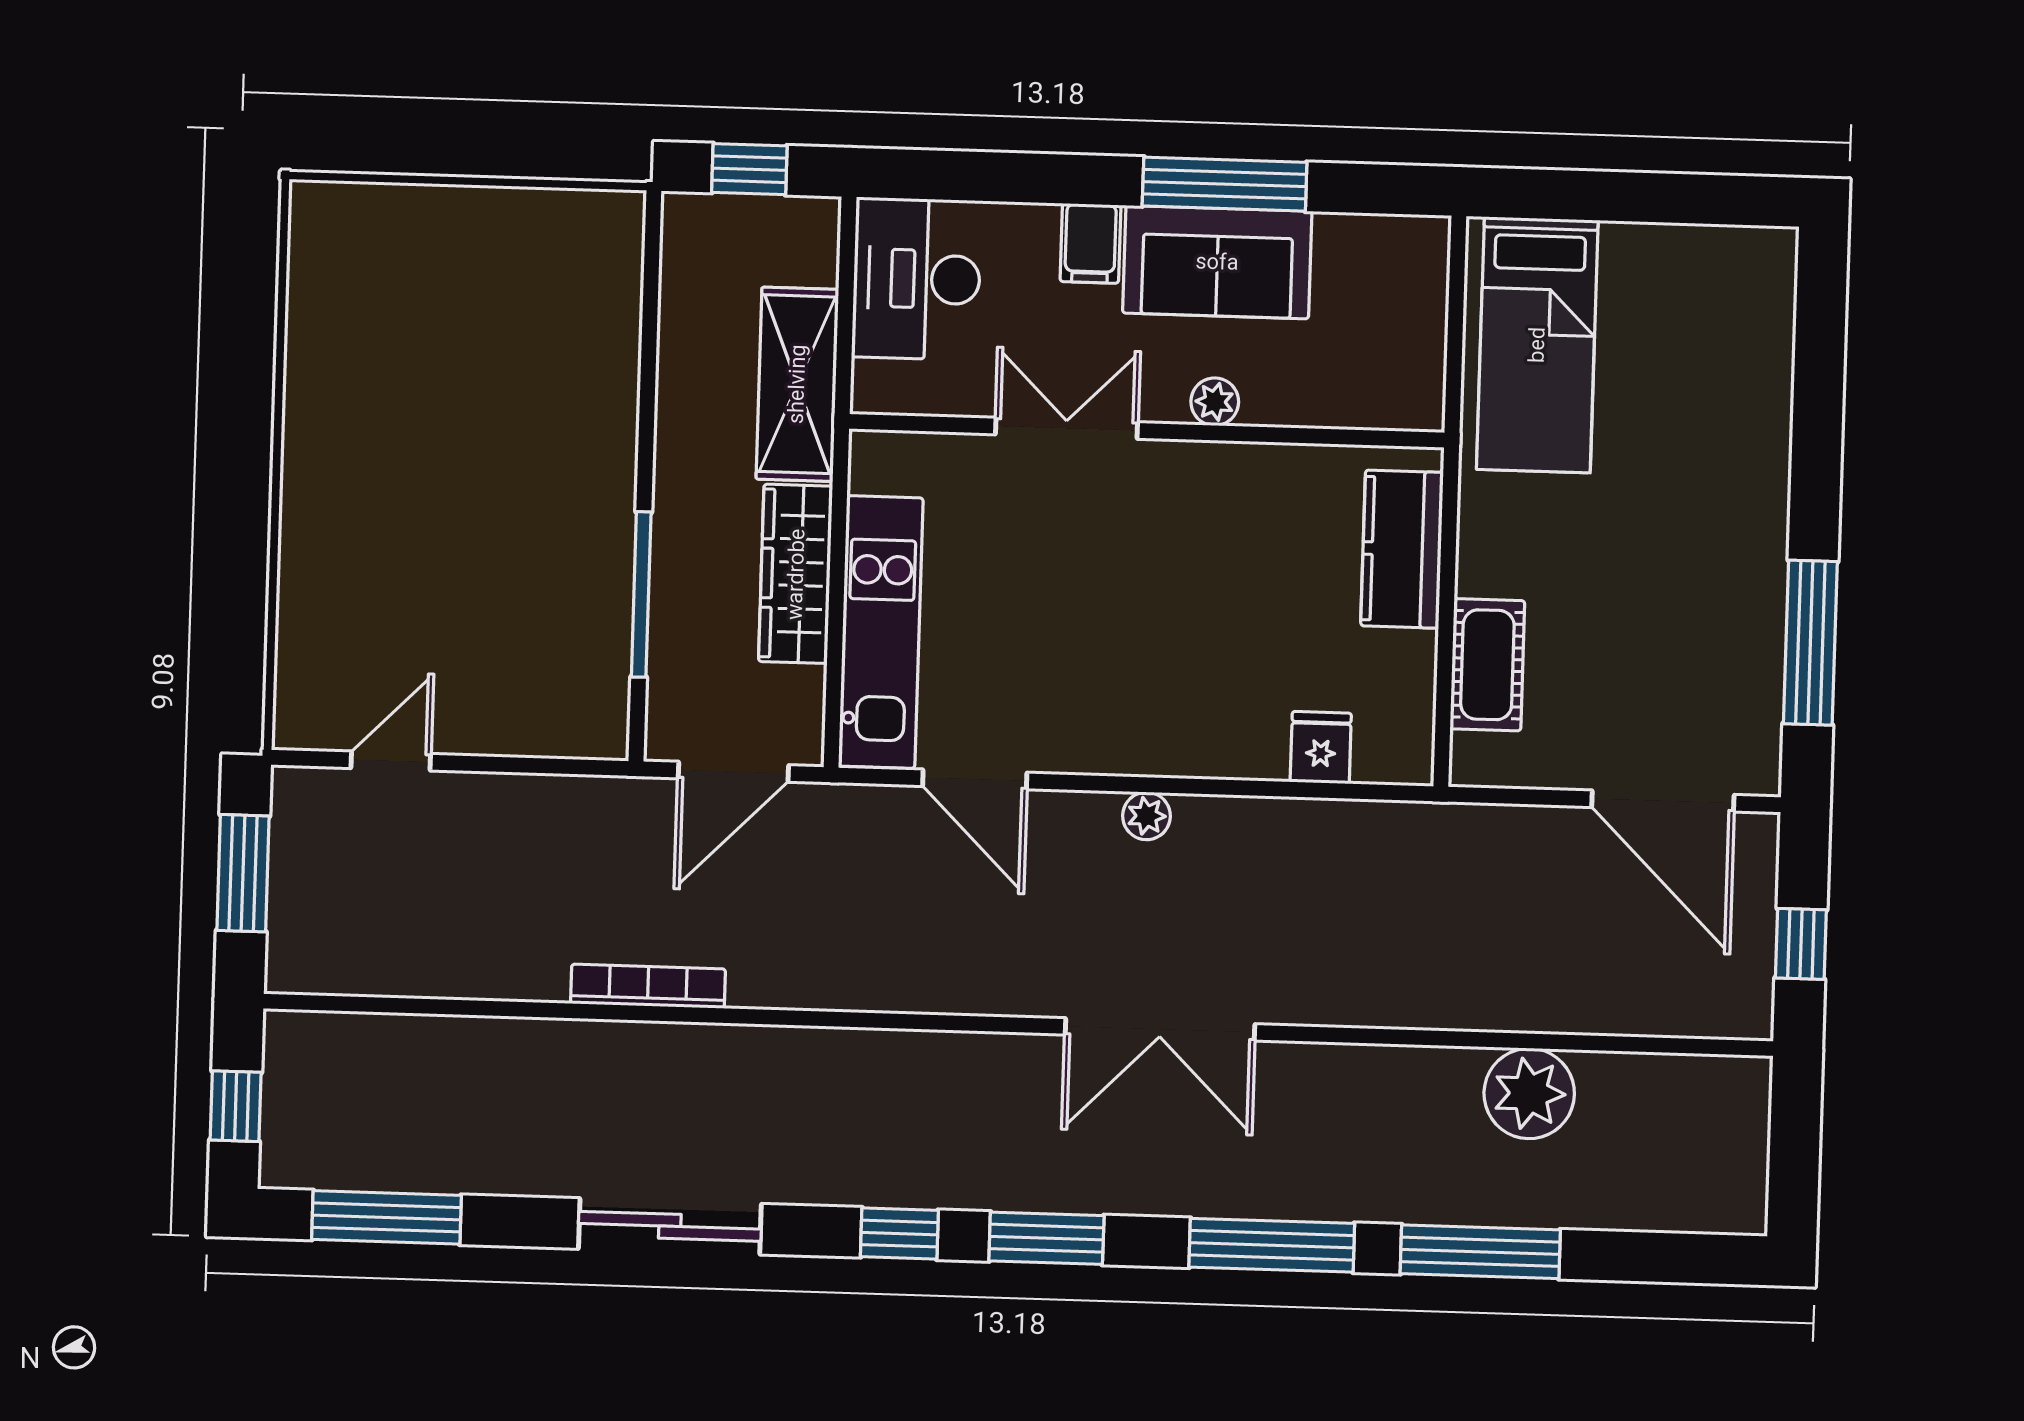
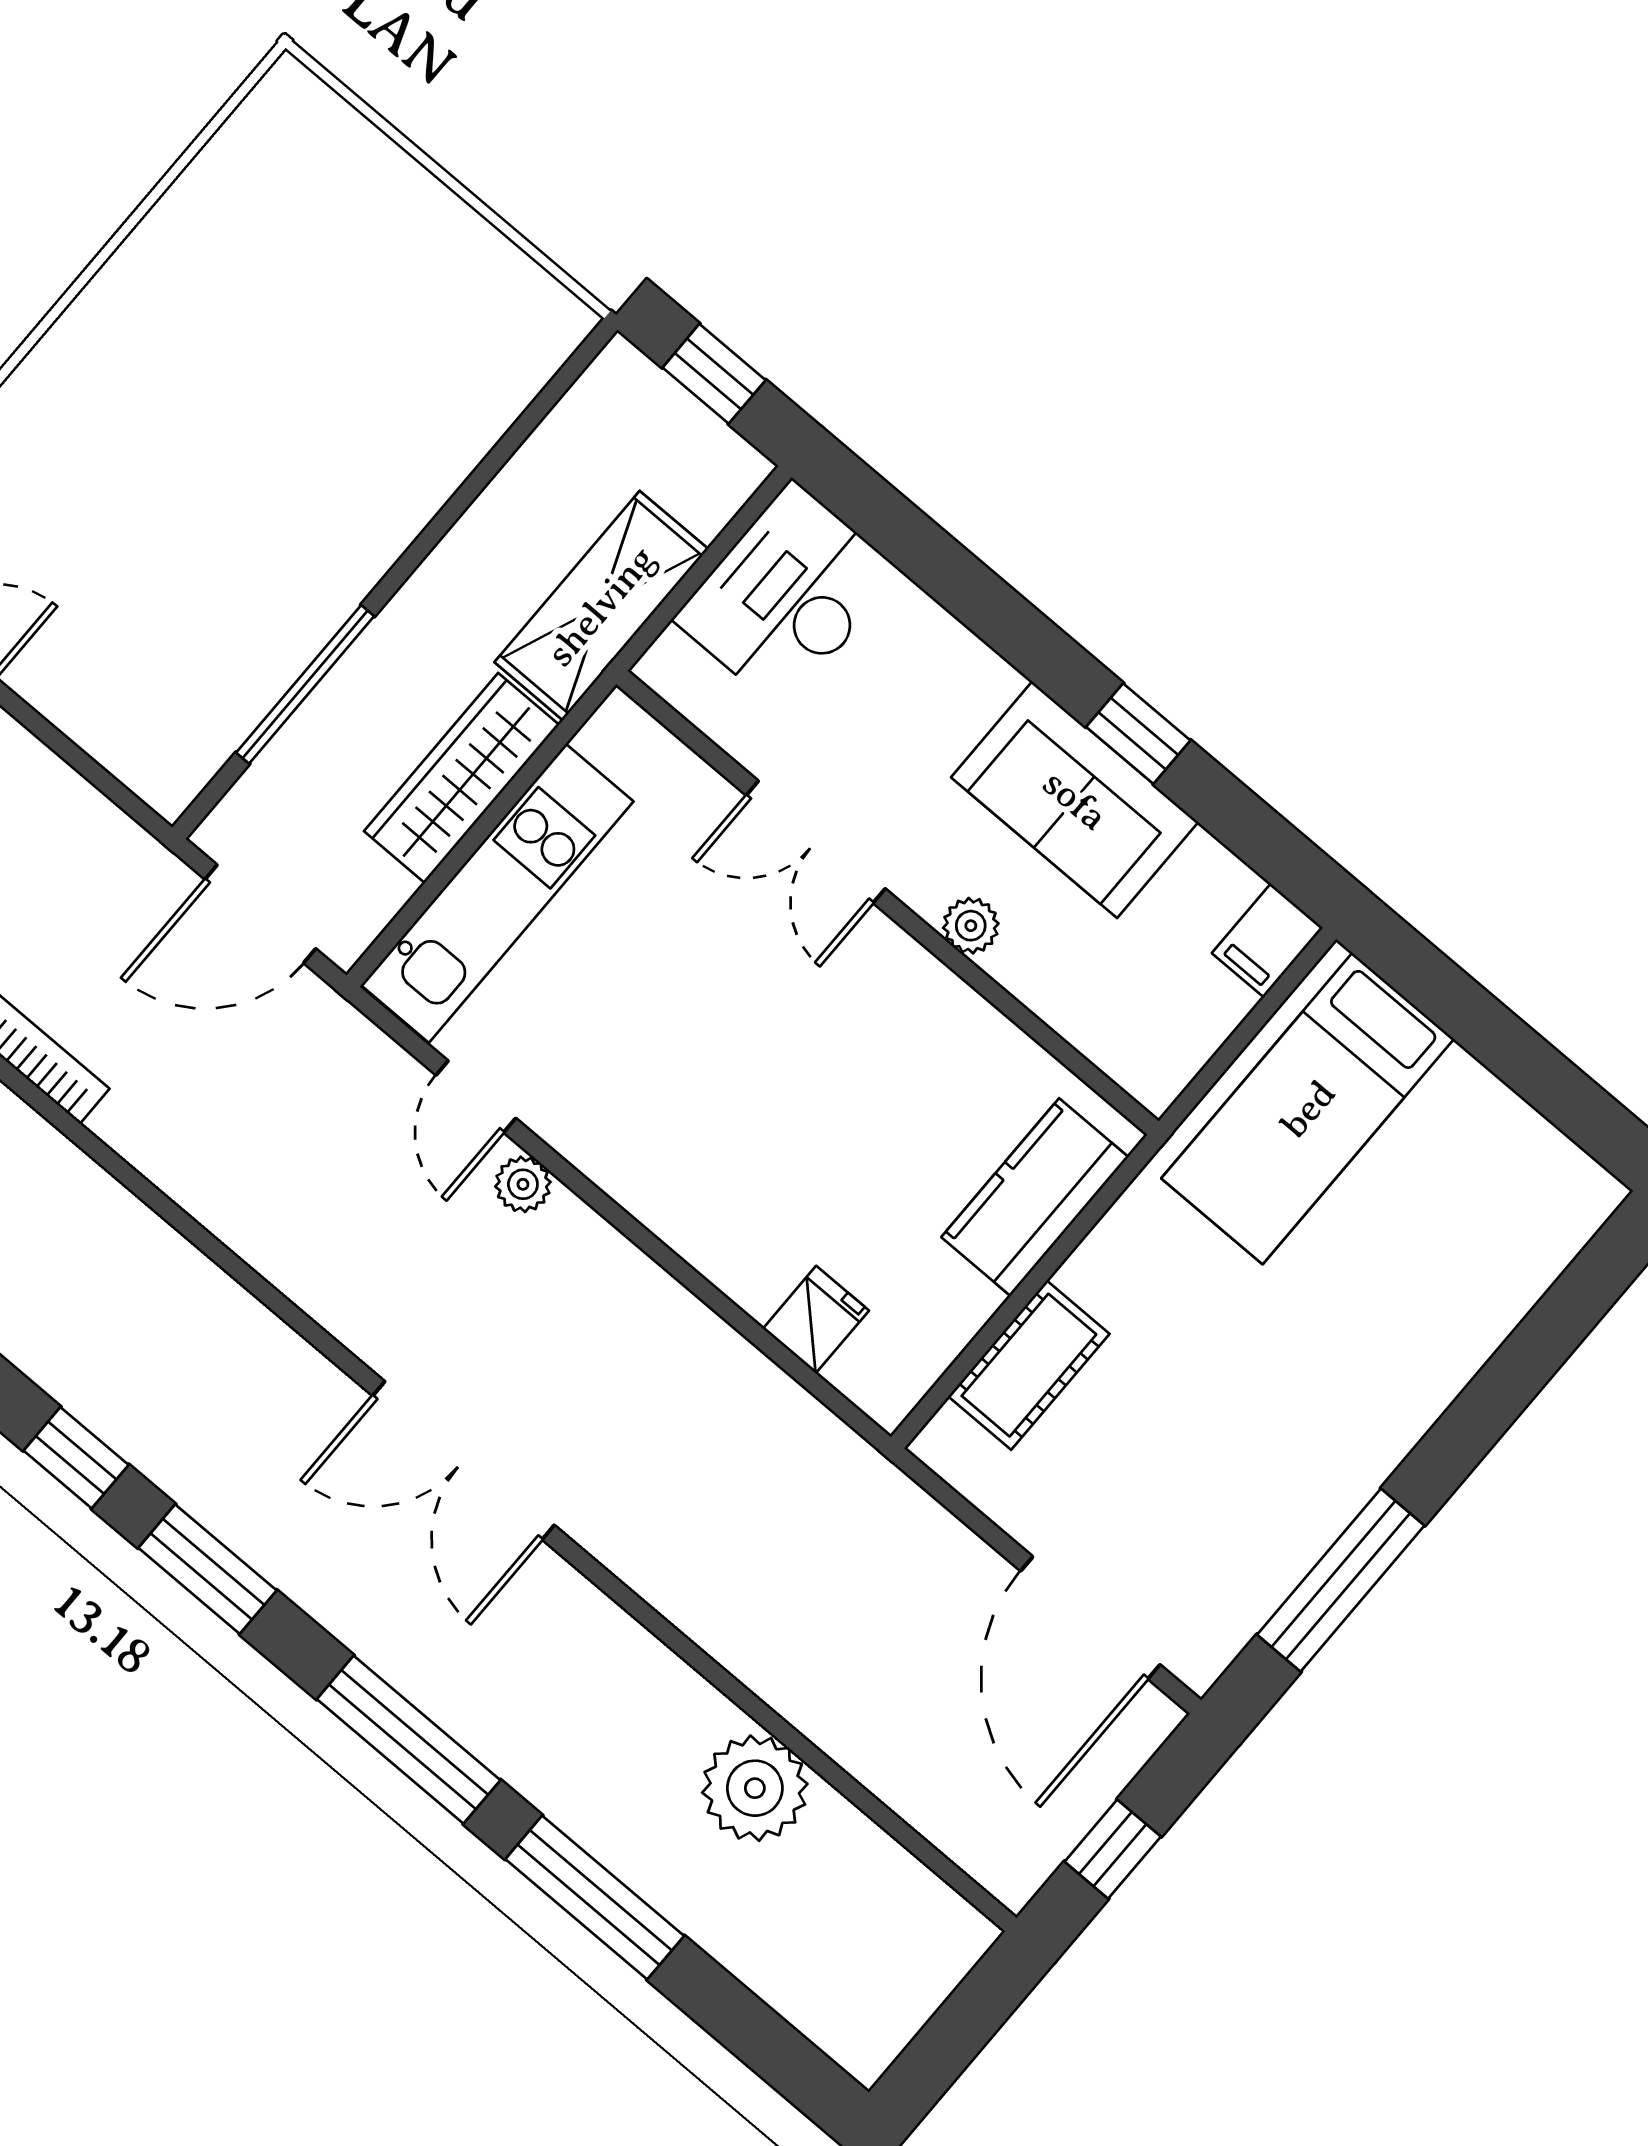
window: (1225, 184) -> (1138, 734), width x0.46
filing cabinet: (1090, 243) -> (1267, 940), moved
double door: (1066, 428) -> (816, 842), swing flipped
door: (975, 779) -> (476, 1097), width x0.73
plant: (1146, 816) -> (523, 1184), moved

